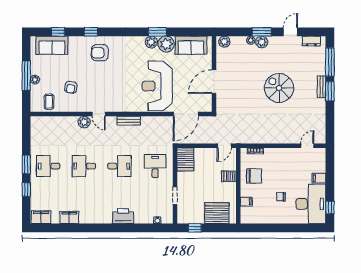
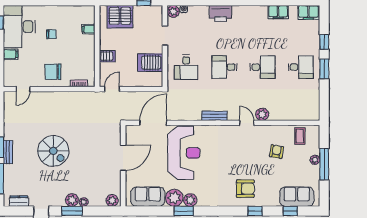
server rack: (185, 159) -> (150, 63), moved, turned -90
chair: (254, 176) -> (53, 72), moved
plant: (167, 218) -> (173, 11), added

